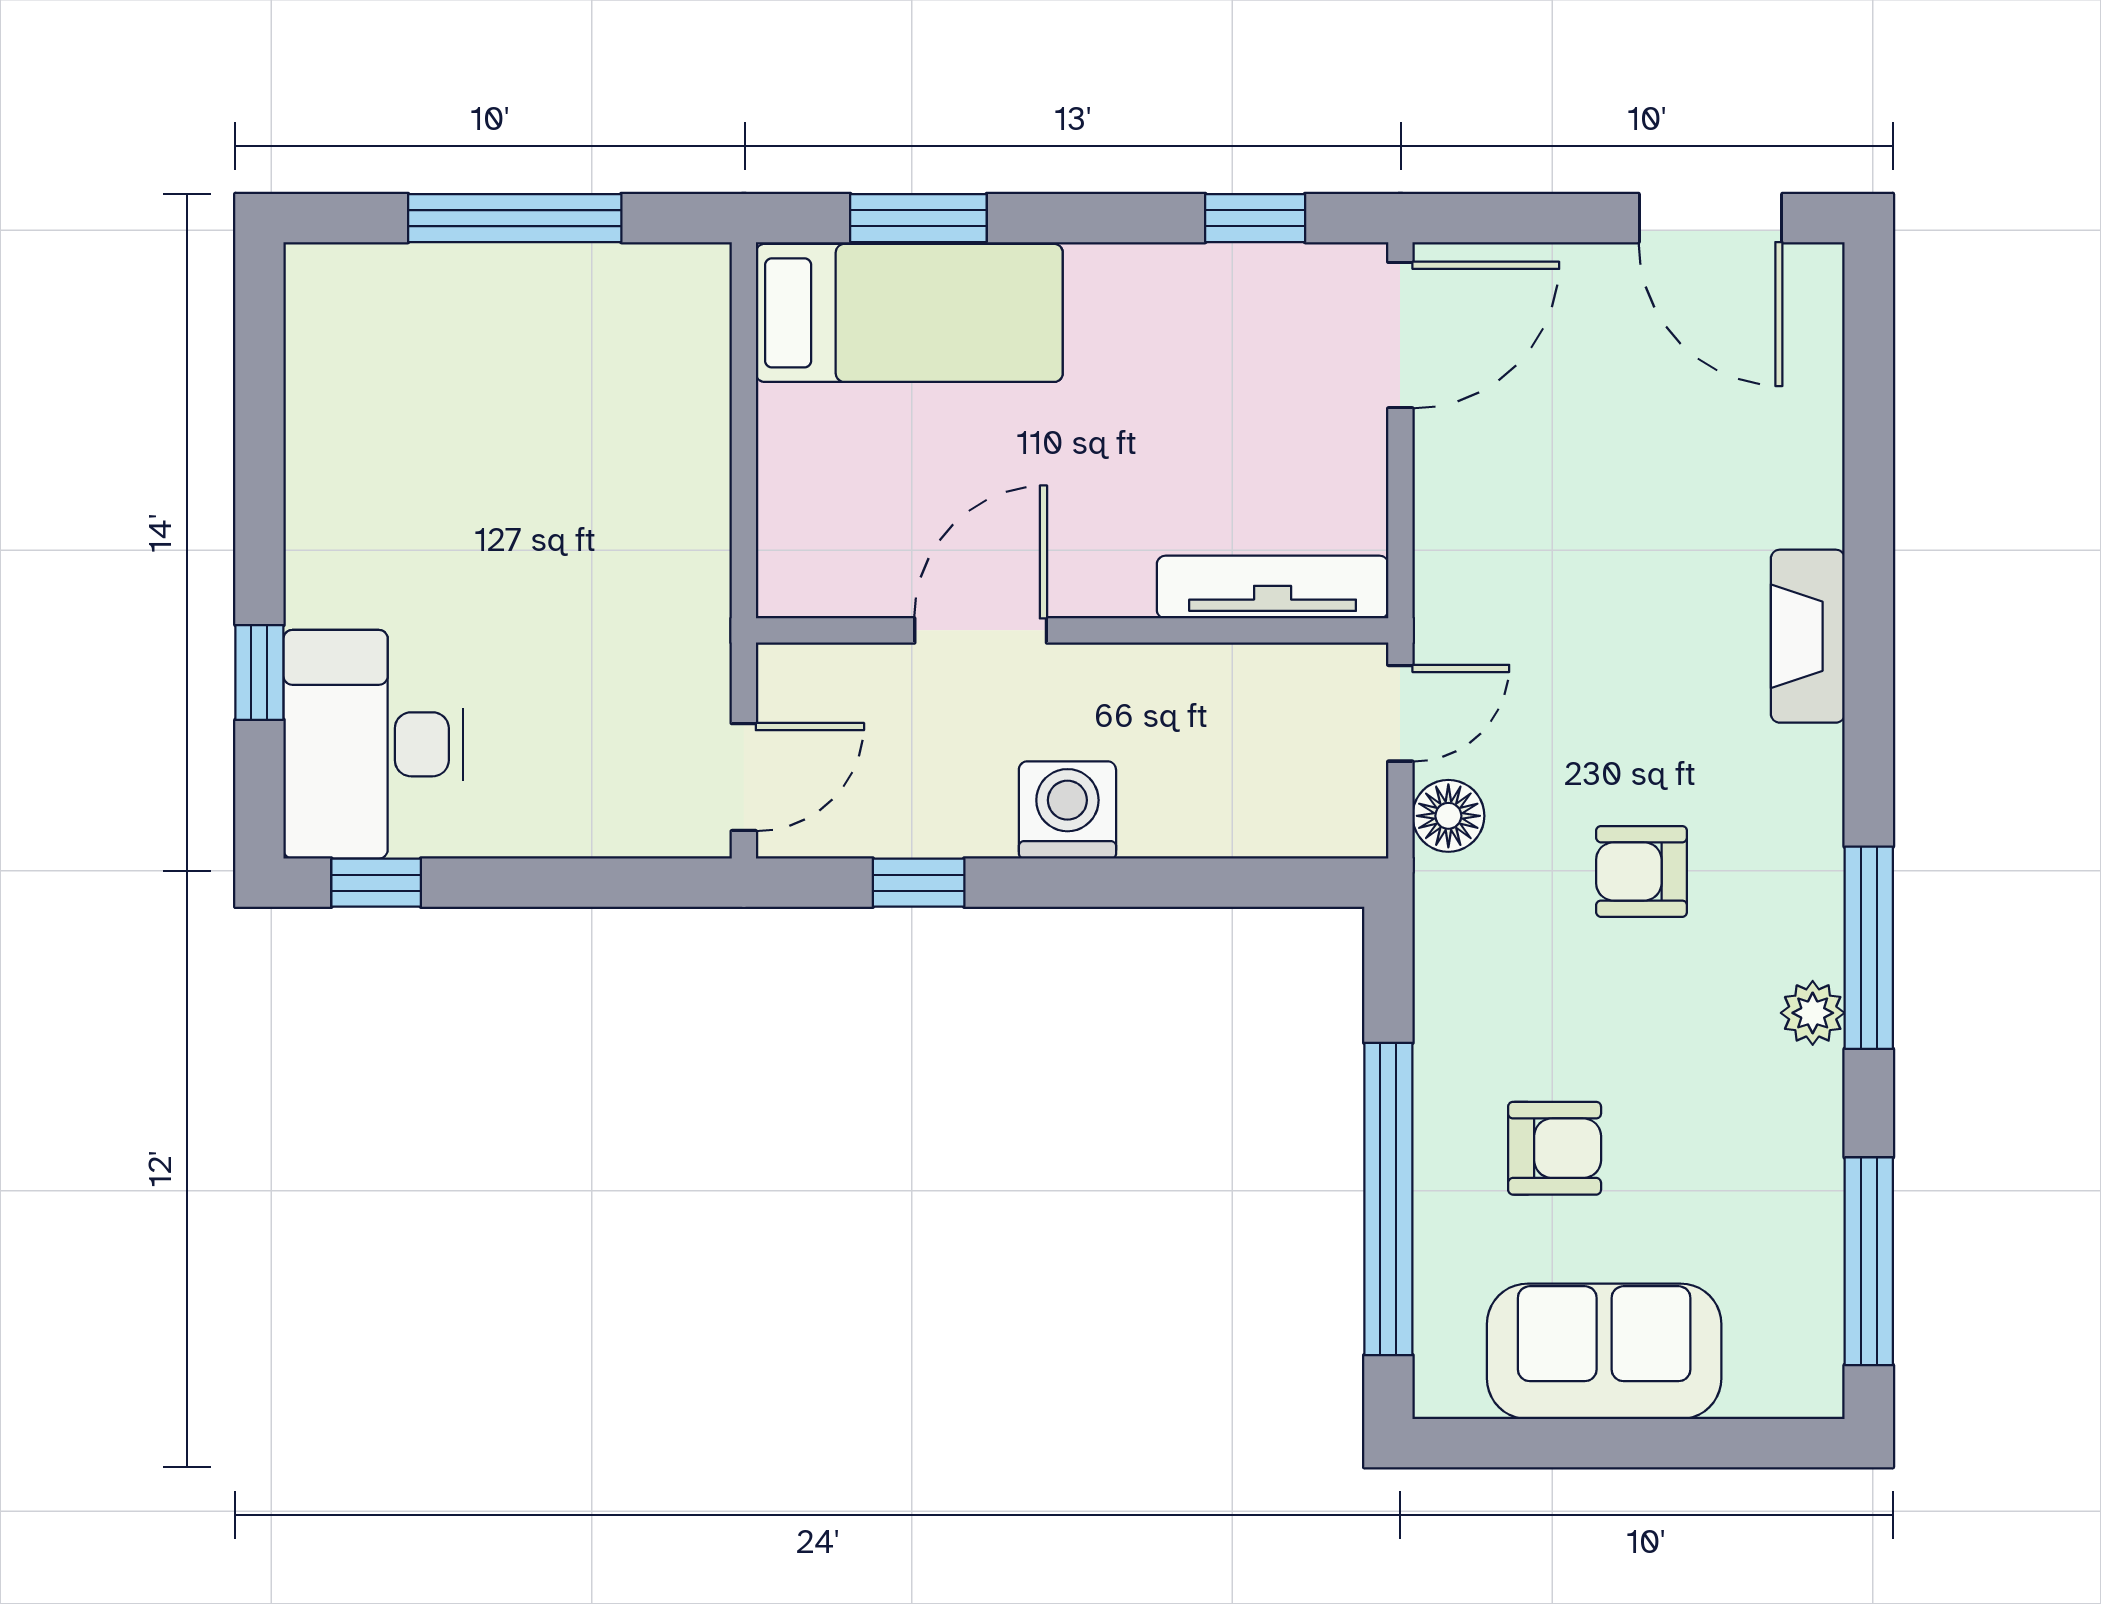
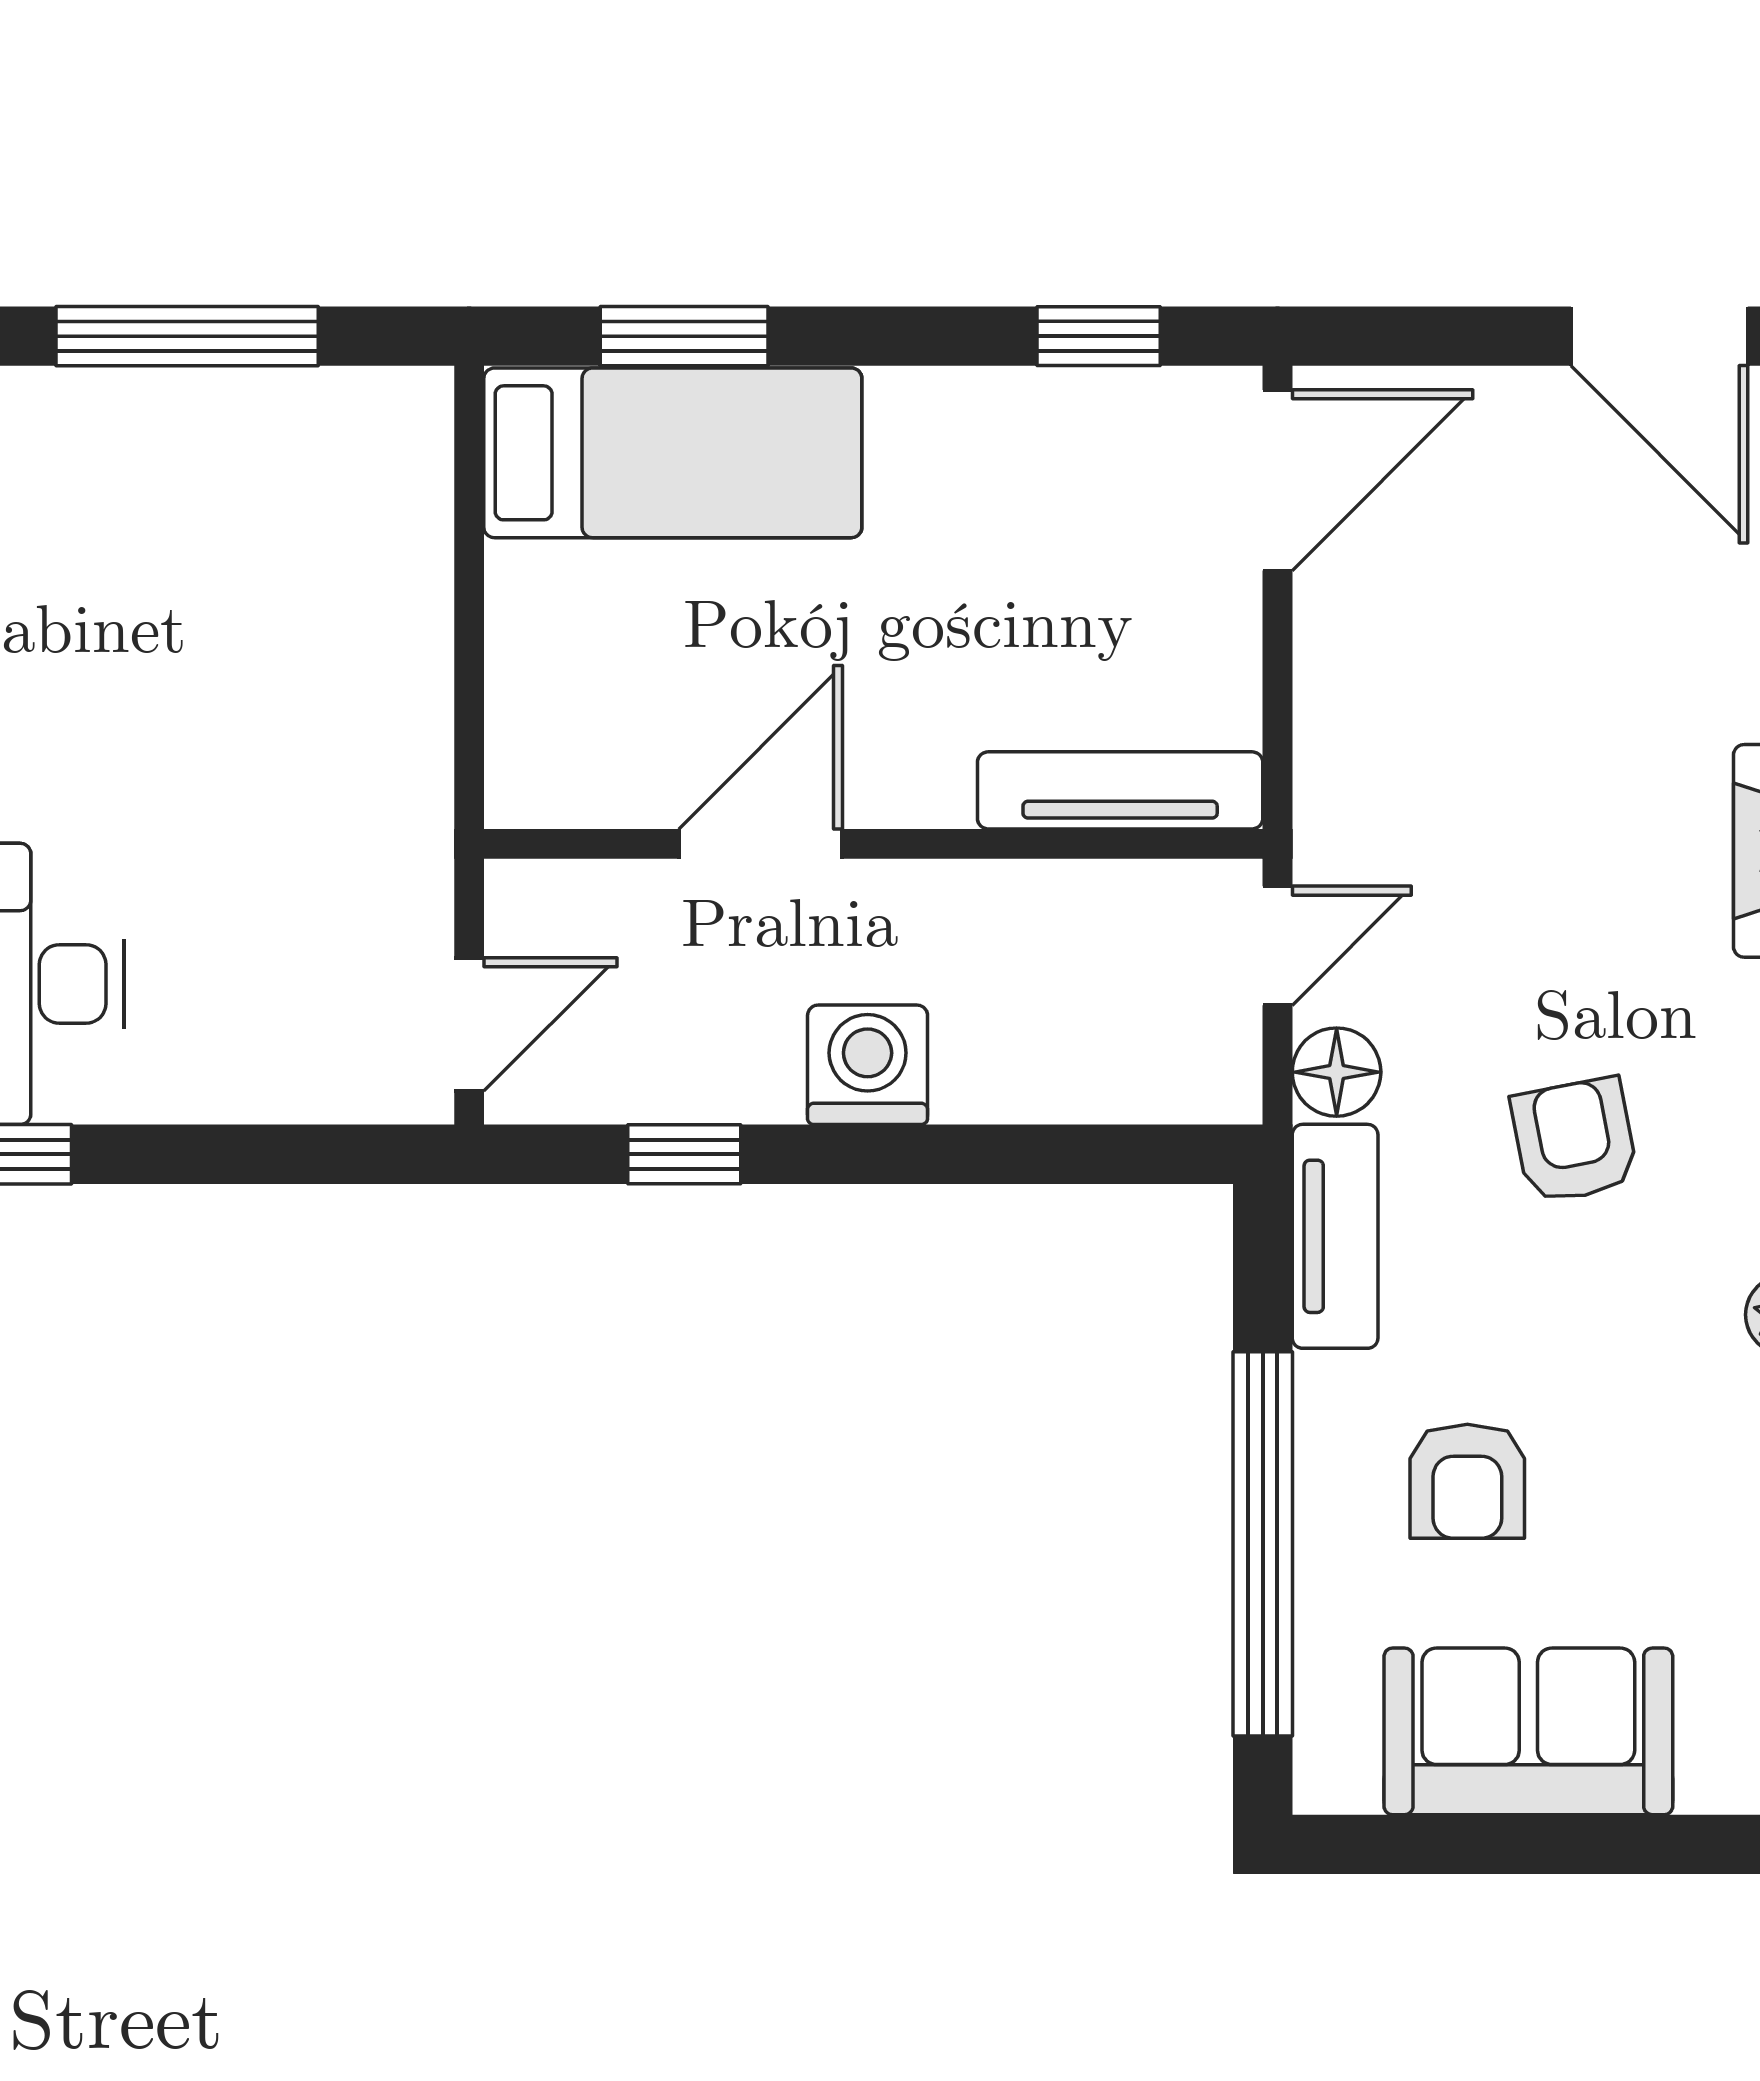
armchair: (1642, 871) -> (1574, 1141), turned 79
tv unit: (1447, 949) -> (1335, 1236), added
armchair: (1555, 1148) -> (1467, 1481), turned 90

